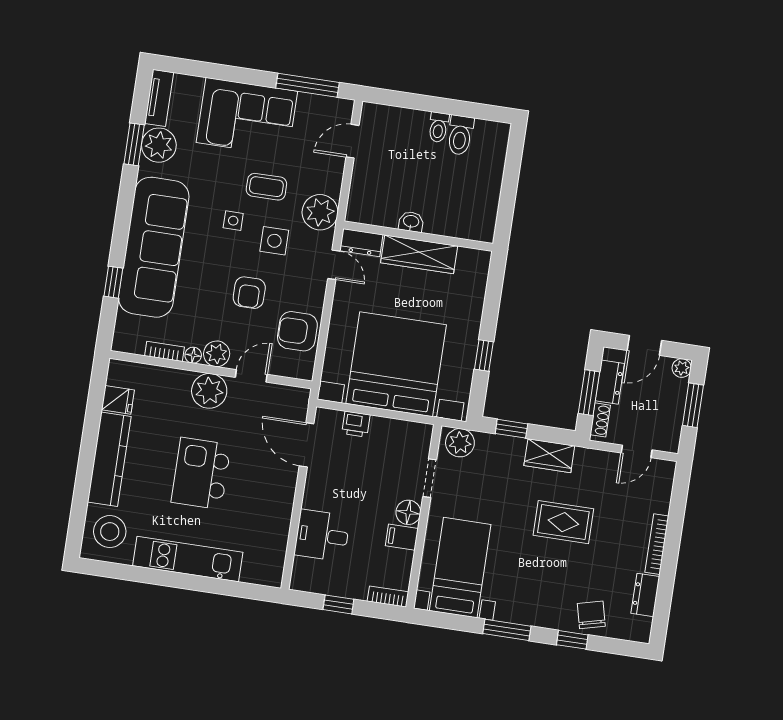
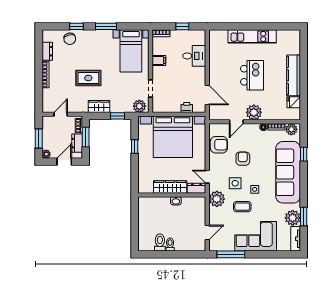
plant: (217, 354) -> (291, 129), moved
floor lamp: (408, 512) -> (158, 72), removed
stool: (110, 532) -> (289, 43), removed

